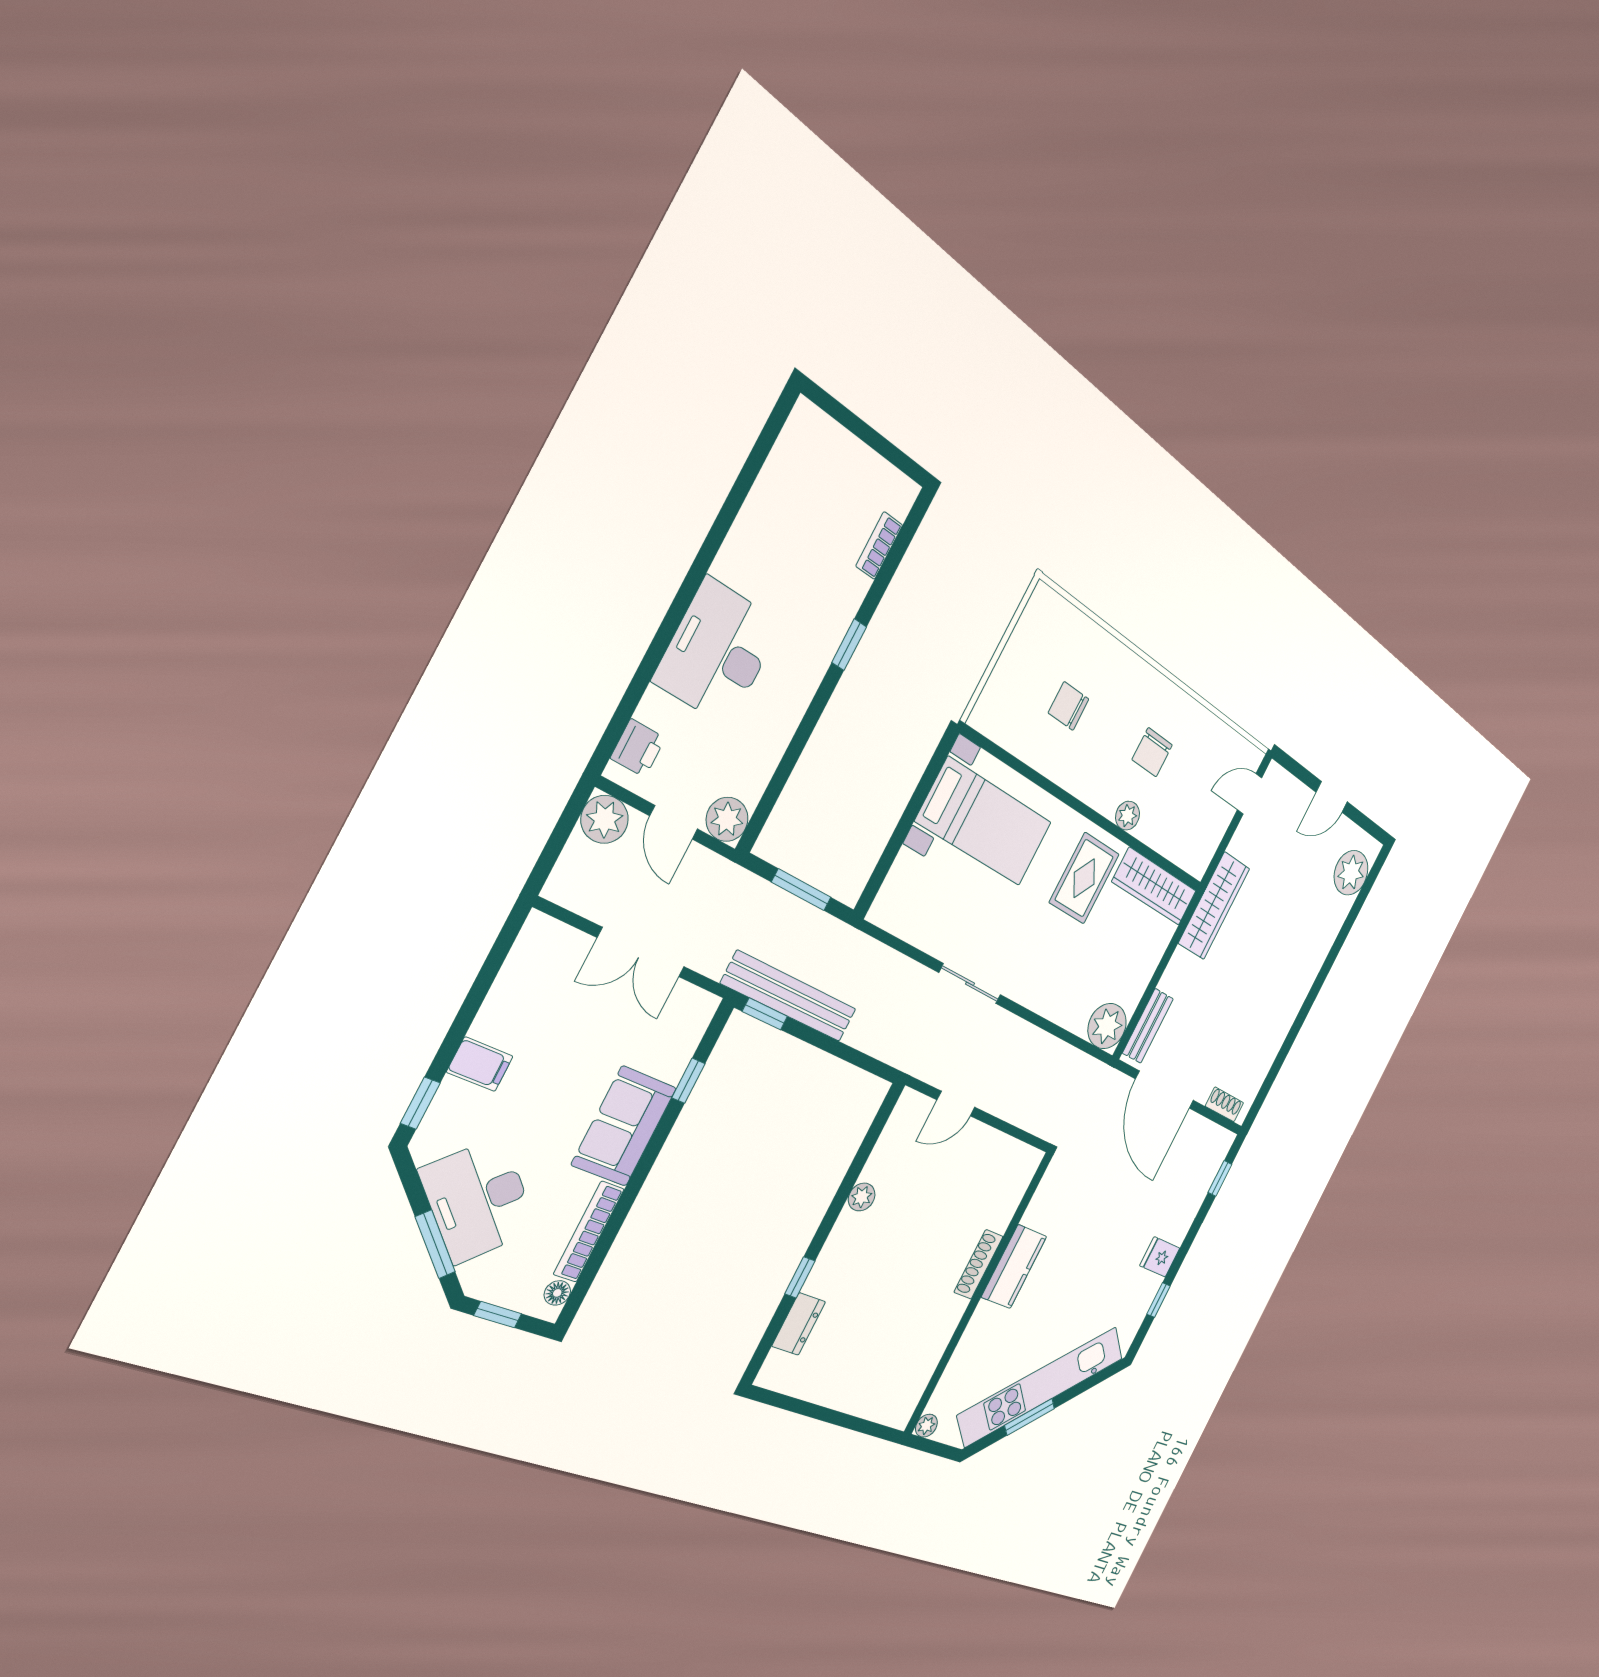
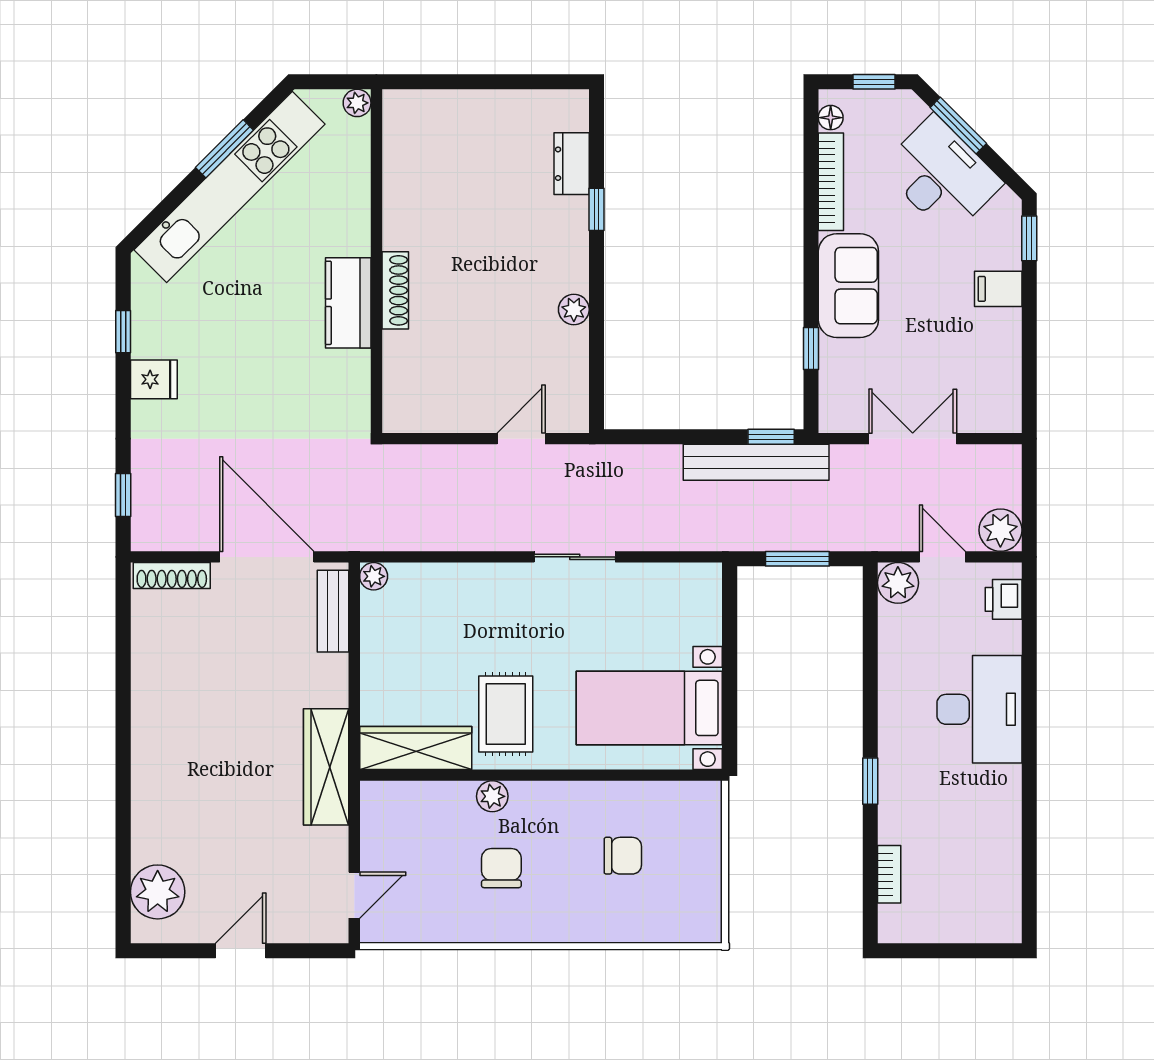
plant: (1107, 1026) -> (374, 576), width x0.53, depth x0.53
shoe rack: (1224, 1104) -> (172, 576), width x1.43

